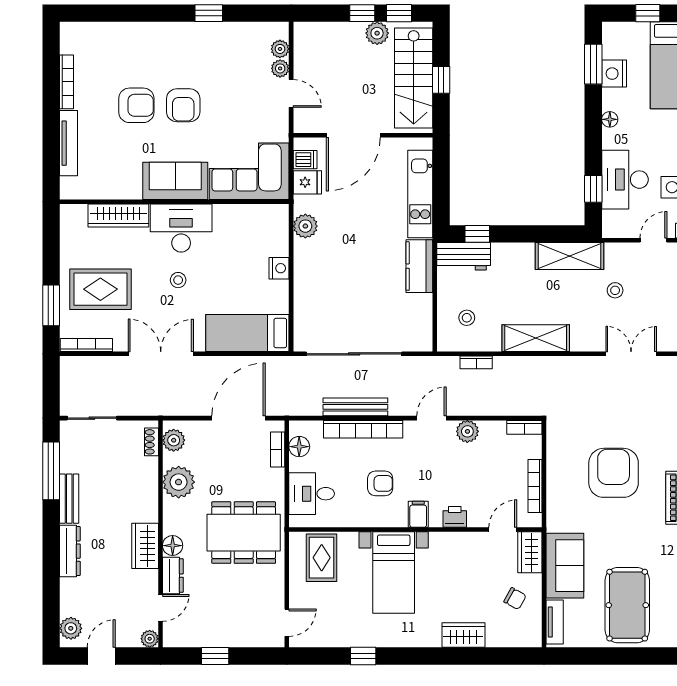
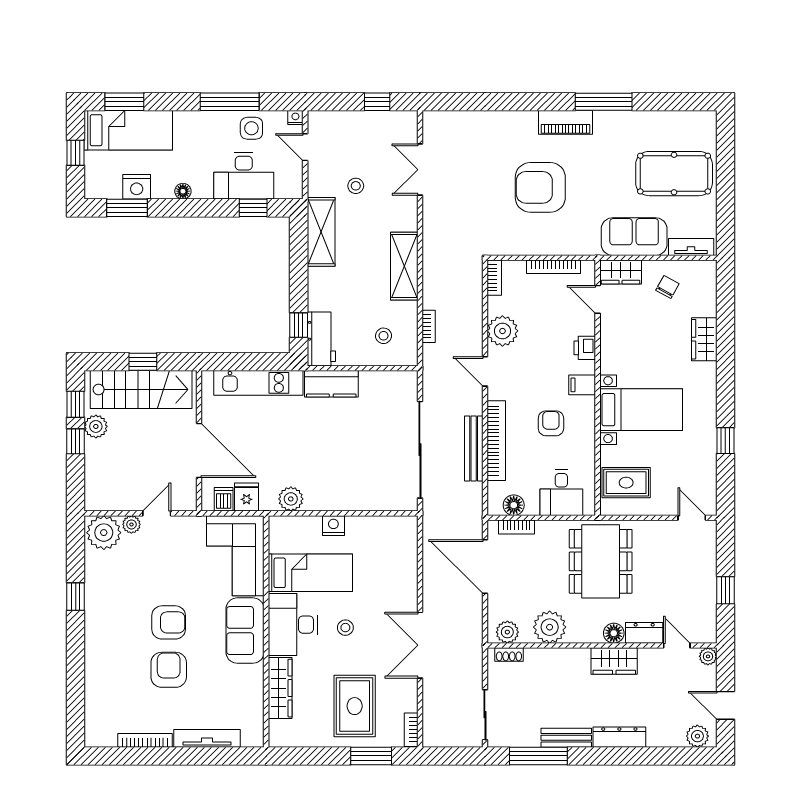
plant: (280, 49) -> (104, 533), width x1.87, depth x1.87
bed: (247, 333) -> (310, 573), moved, turned -90
bookcase: (86, 345) -> (411, 730), width x0.64
plant: (467, 431) -> (502, 331), width x1.36, depth x1.36

